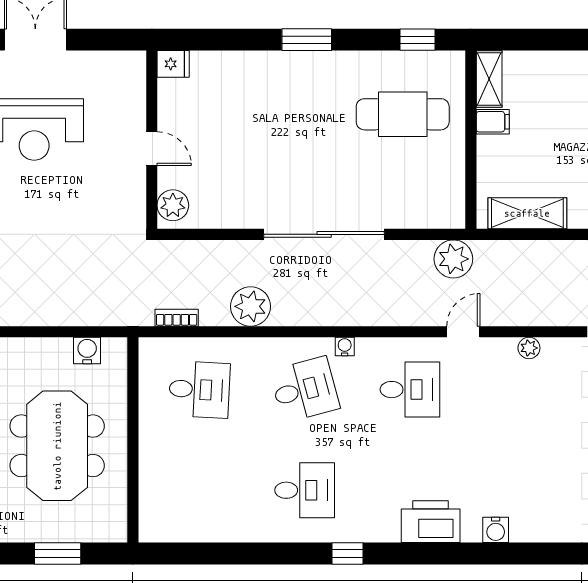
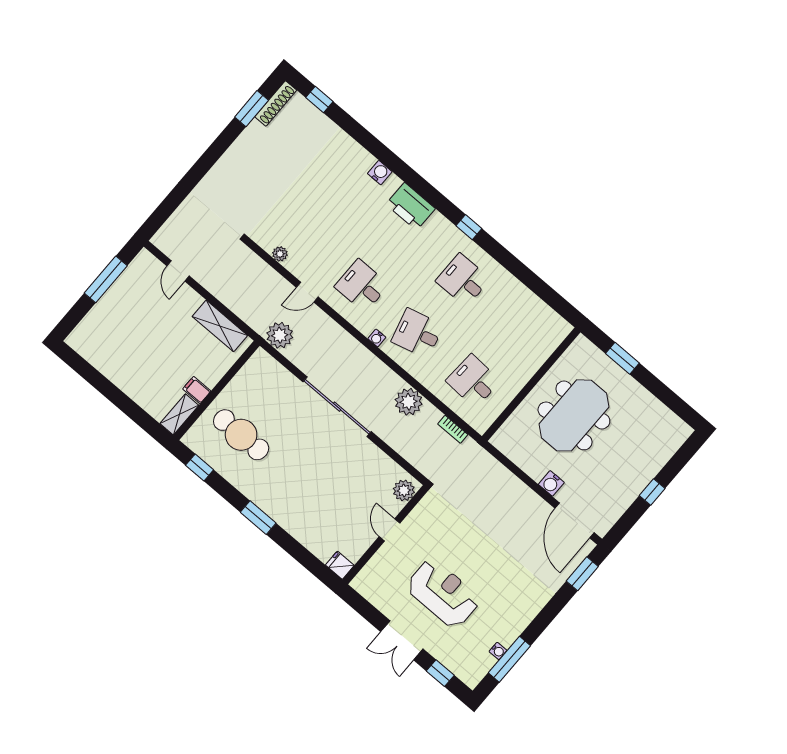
water cooler: (87, 350) -> (551, 483), moved

